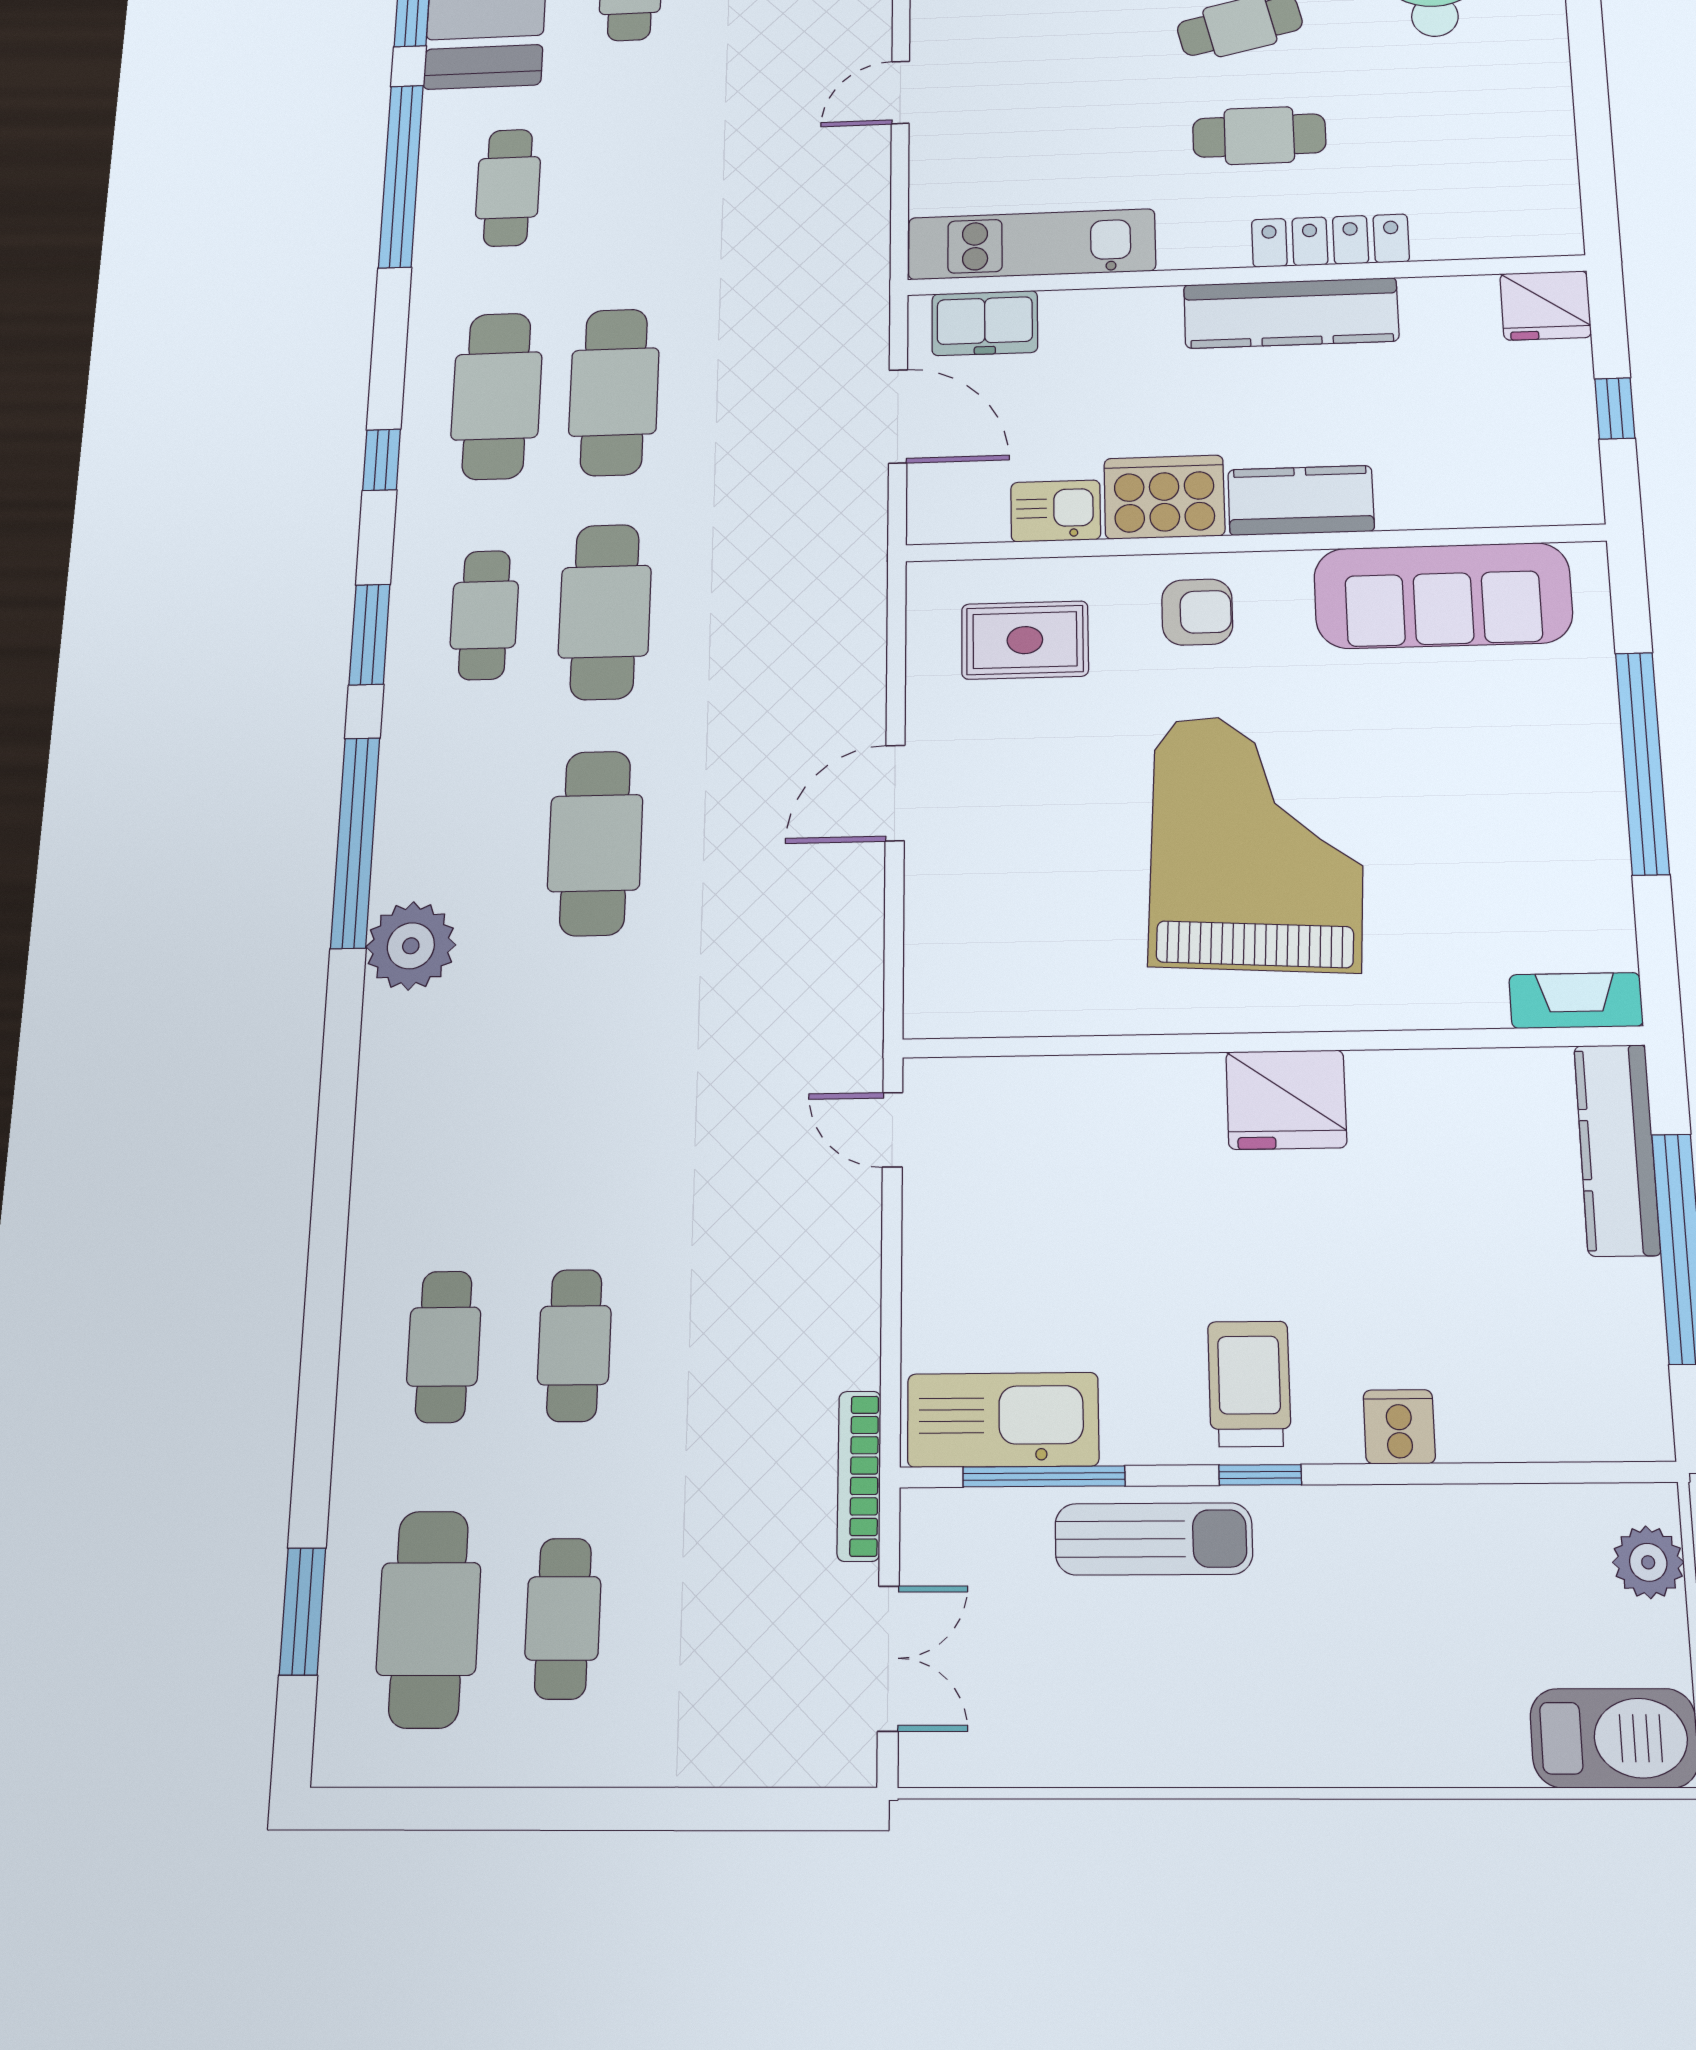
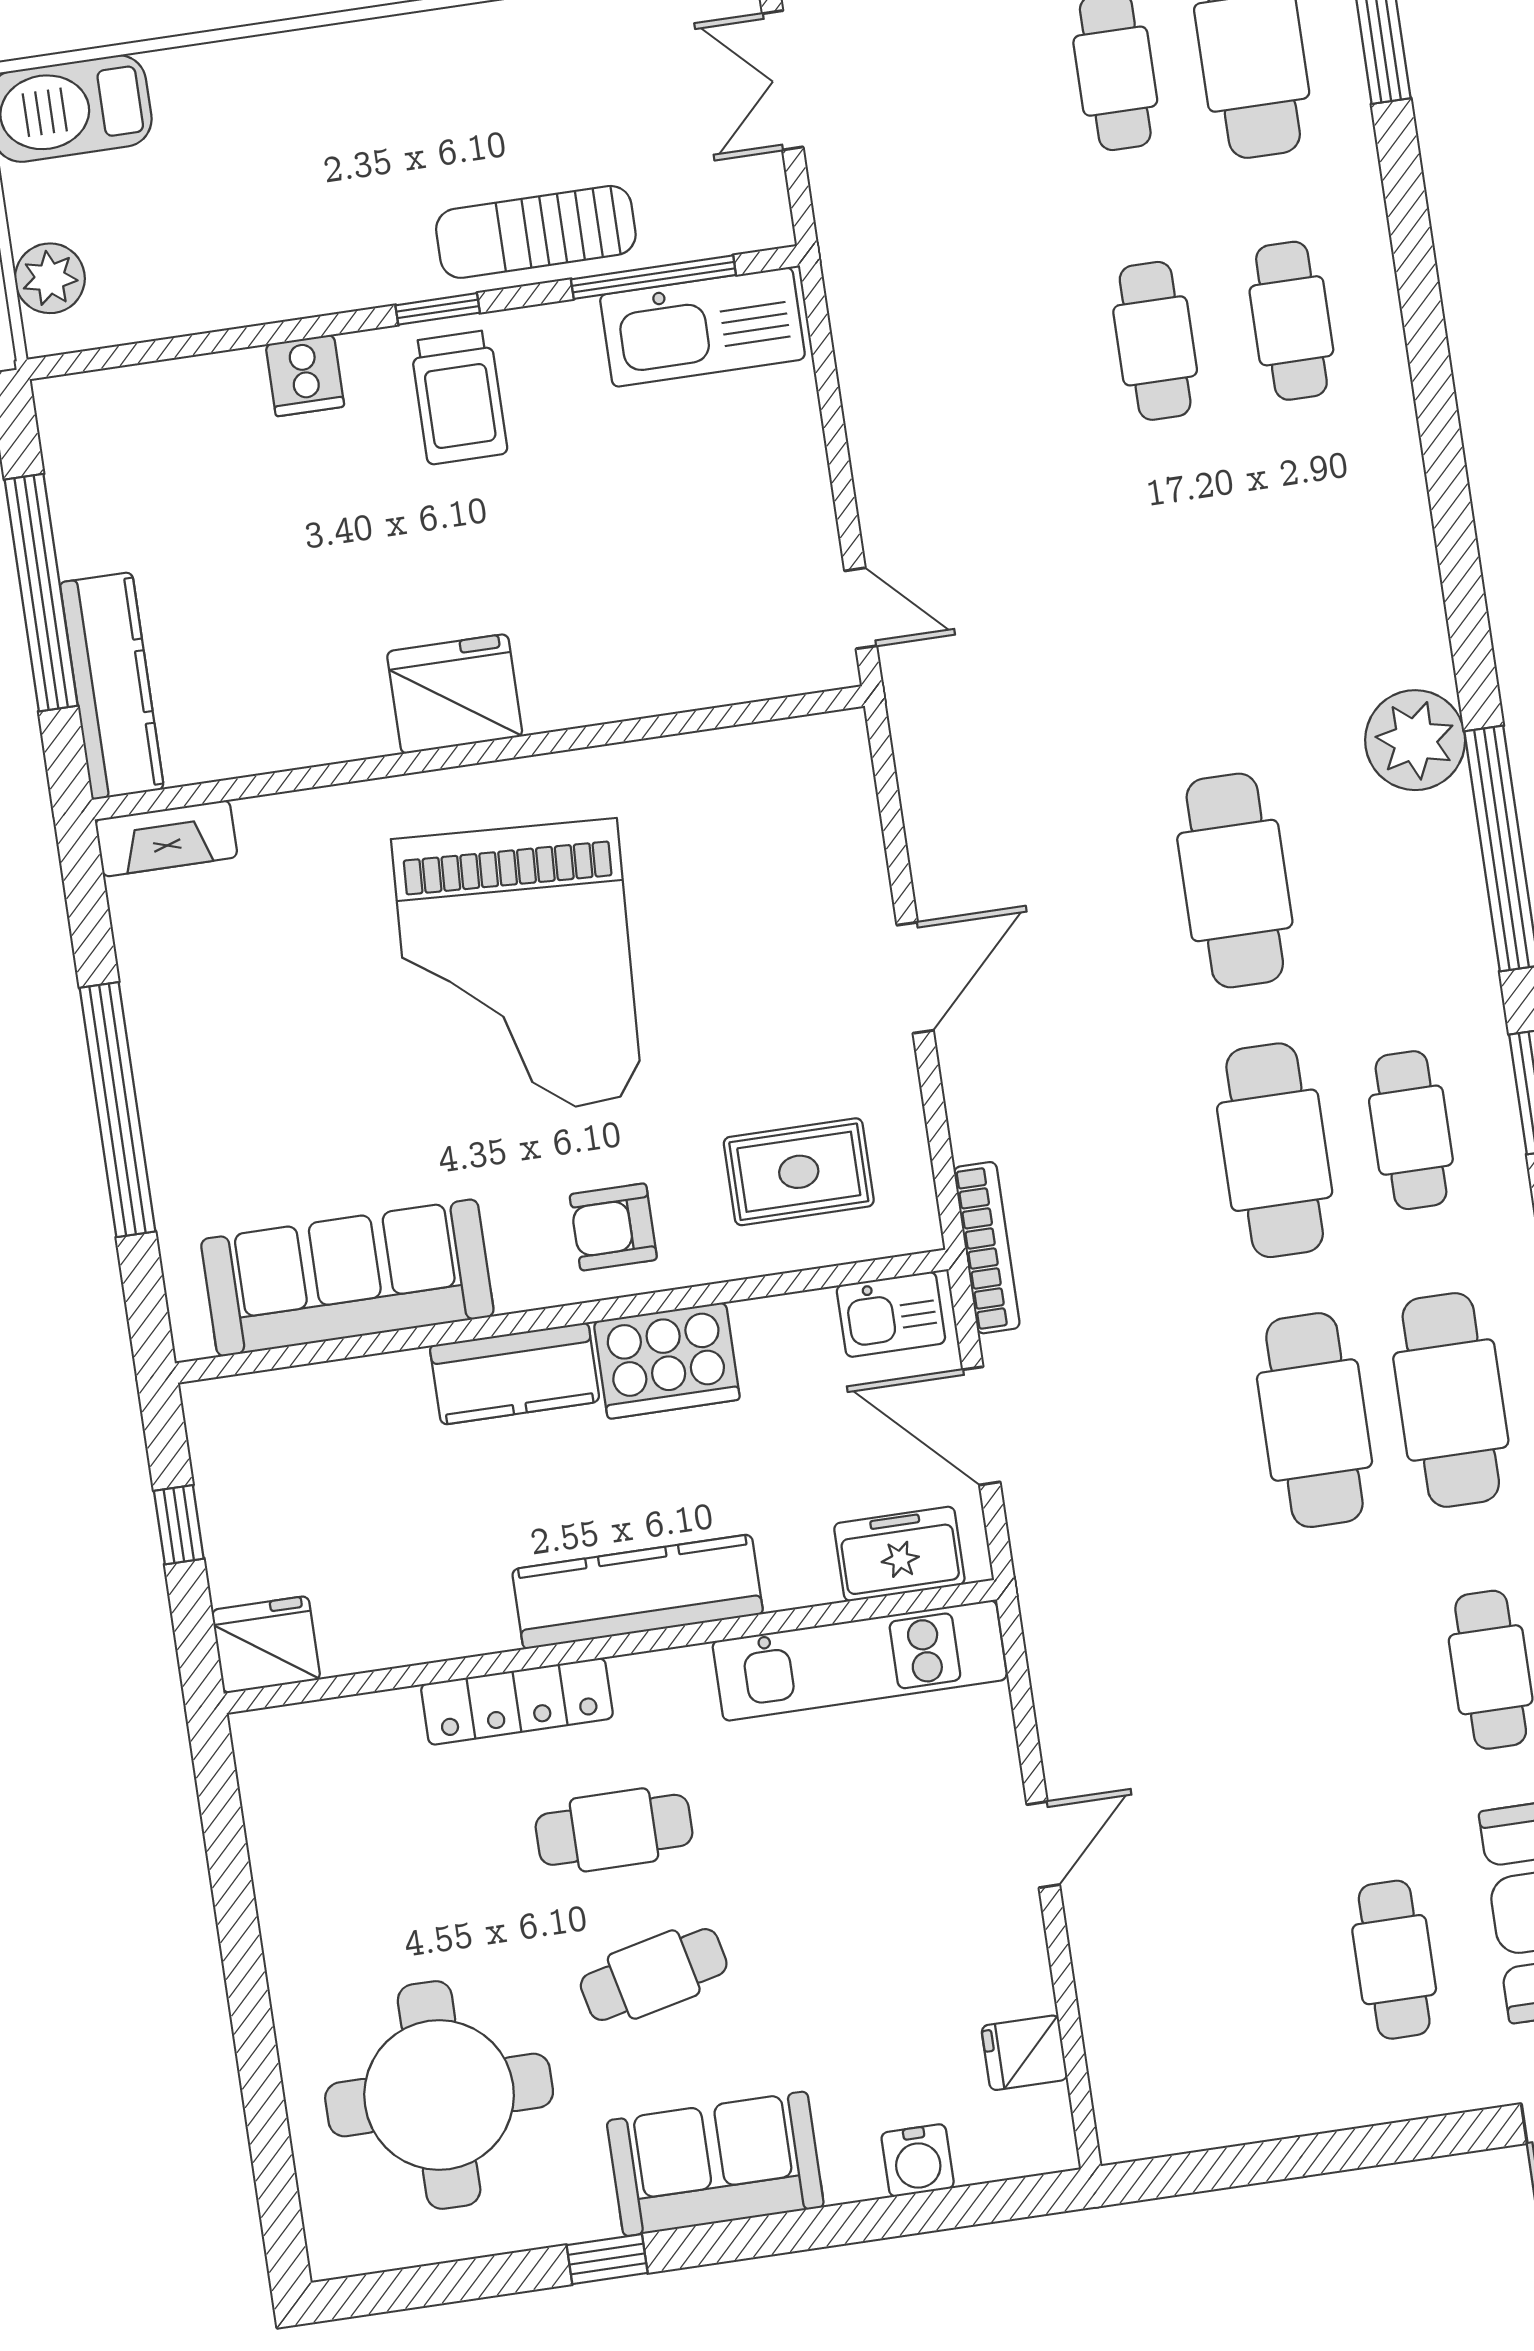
kitchen counter: (1291, 313) -> (638, 1592), moved
kitchen sink: (1056, 511) -> (891, 1314), moved
bookcase: (859, 1476) -> (987, 1248), moved

